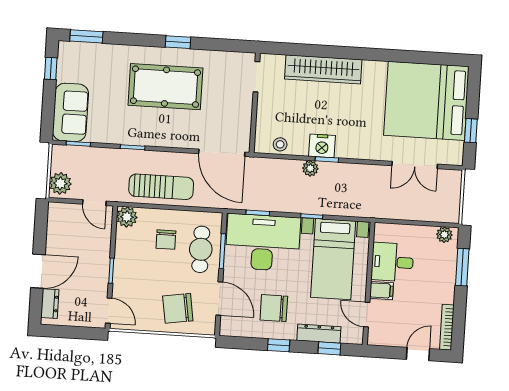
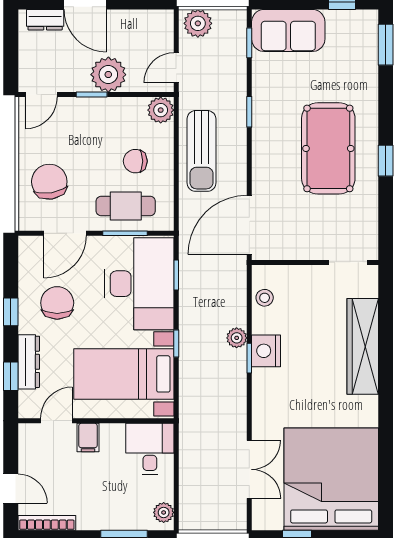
double door: (415, 165) -> (249, 469), swing flipped
plant: (96, 256) -> (108, 75), added
desk: (392, 262) -> (150, 449), moved

